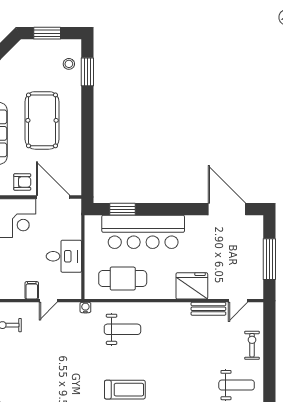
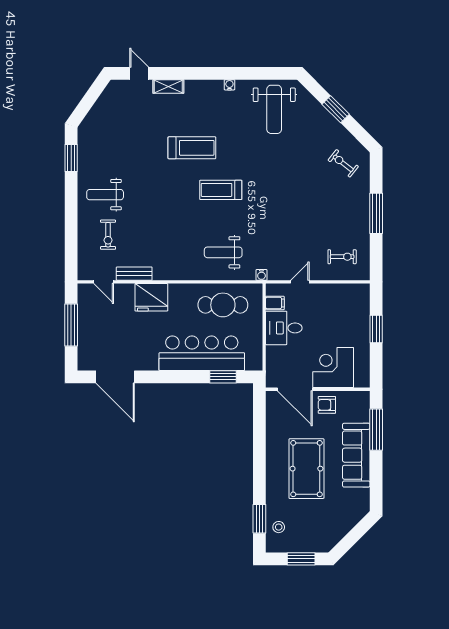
filing cabinet: (32, 290) -> (275, 303), moved, turned -90
door: (238, 301) -> (104, 282), swing flipped
exercise bike: (252, 345) -> (108, 235), moved

